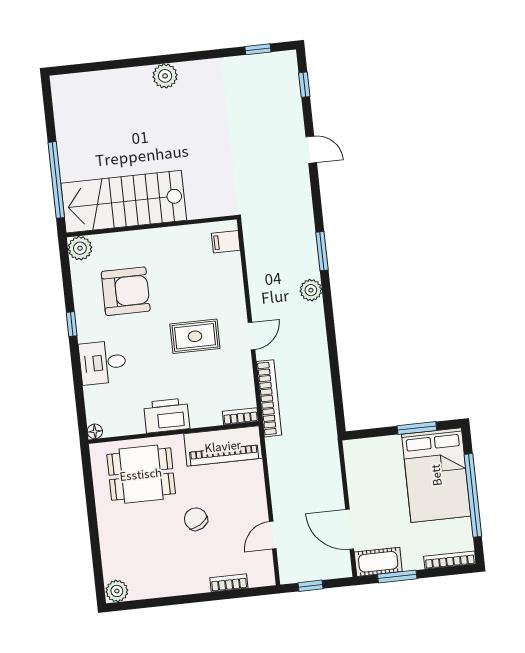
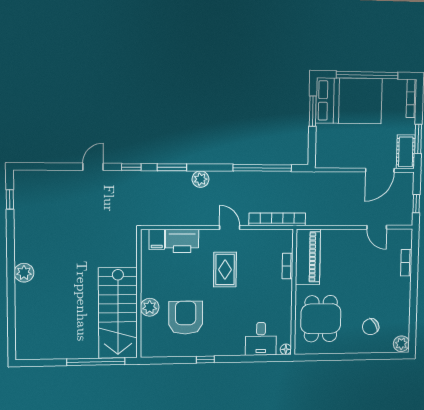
window: (304, 85) -> (131, 167), moved
plant: (80, 248) -> (150, 307), moved
desk: (103, 363) -> (261, 339), moved
window: (335, 370) -> (262, 168), added
printer: (167, 416) -> (182, 241), moved, turned -90
bookcase: (240, 416) -> (288, 266), moved
chair: (196, 519) -> (371, 327), moved

